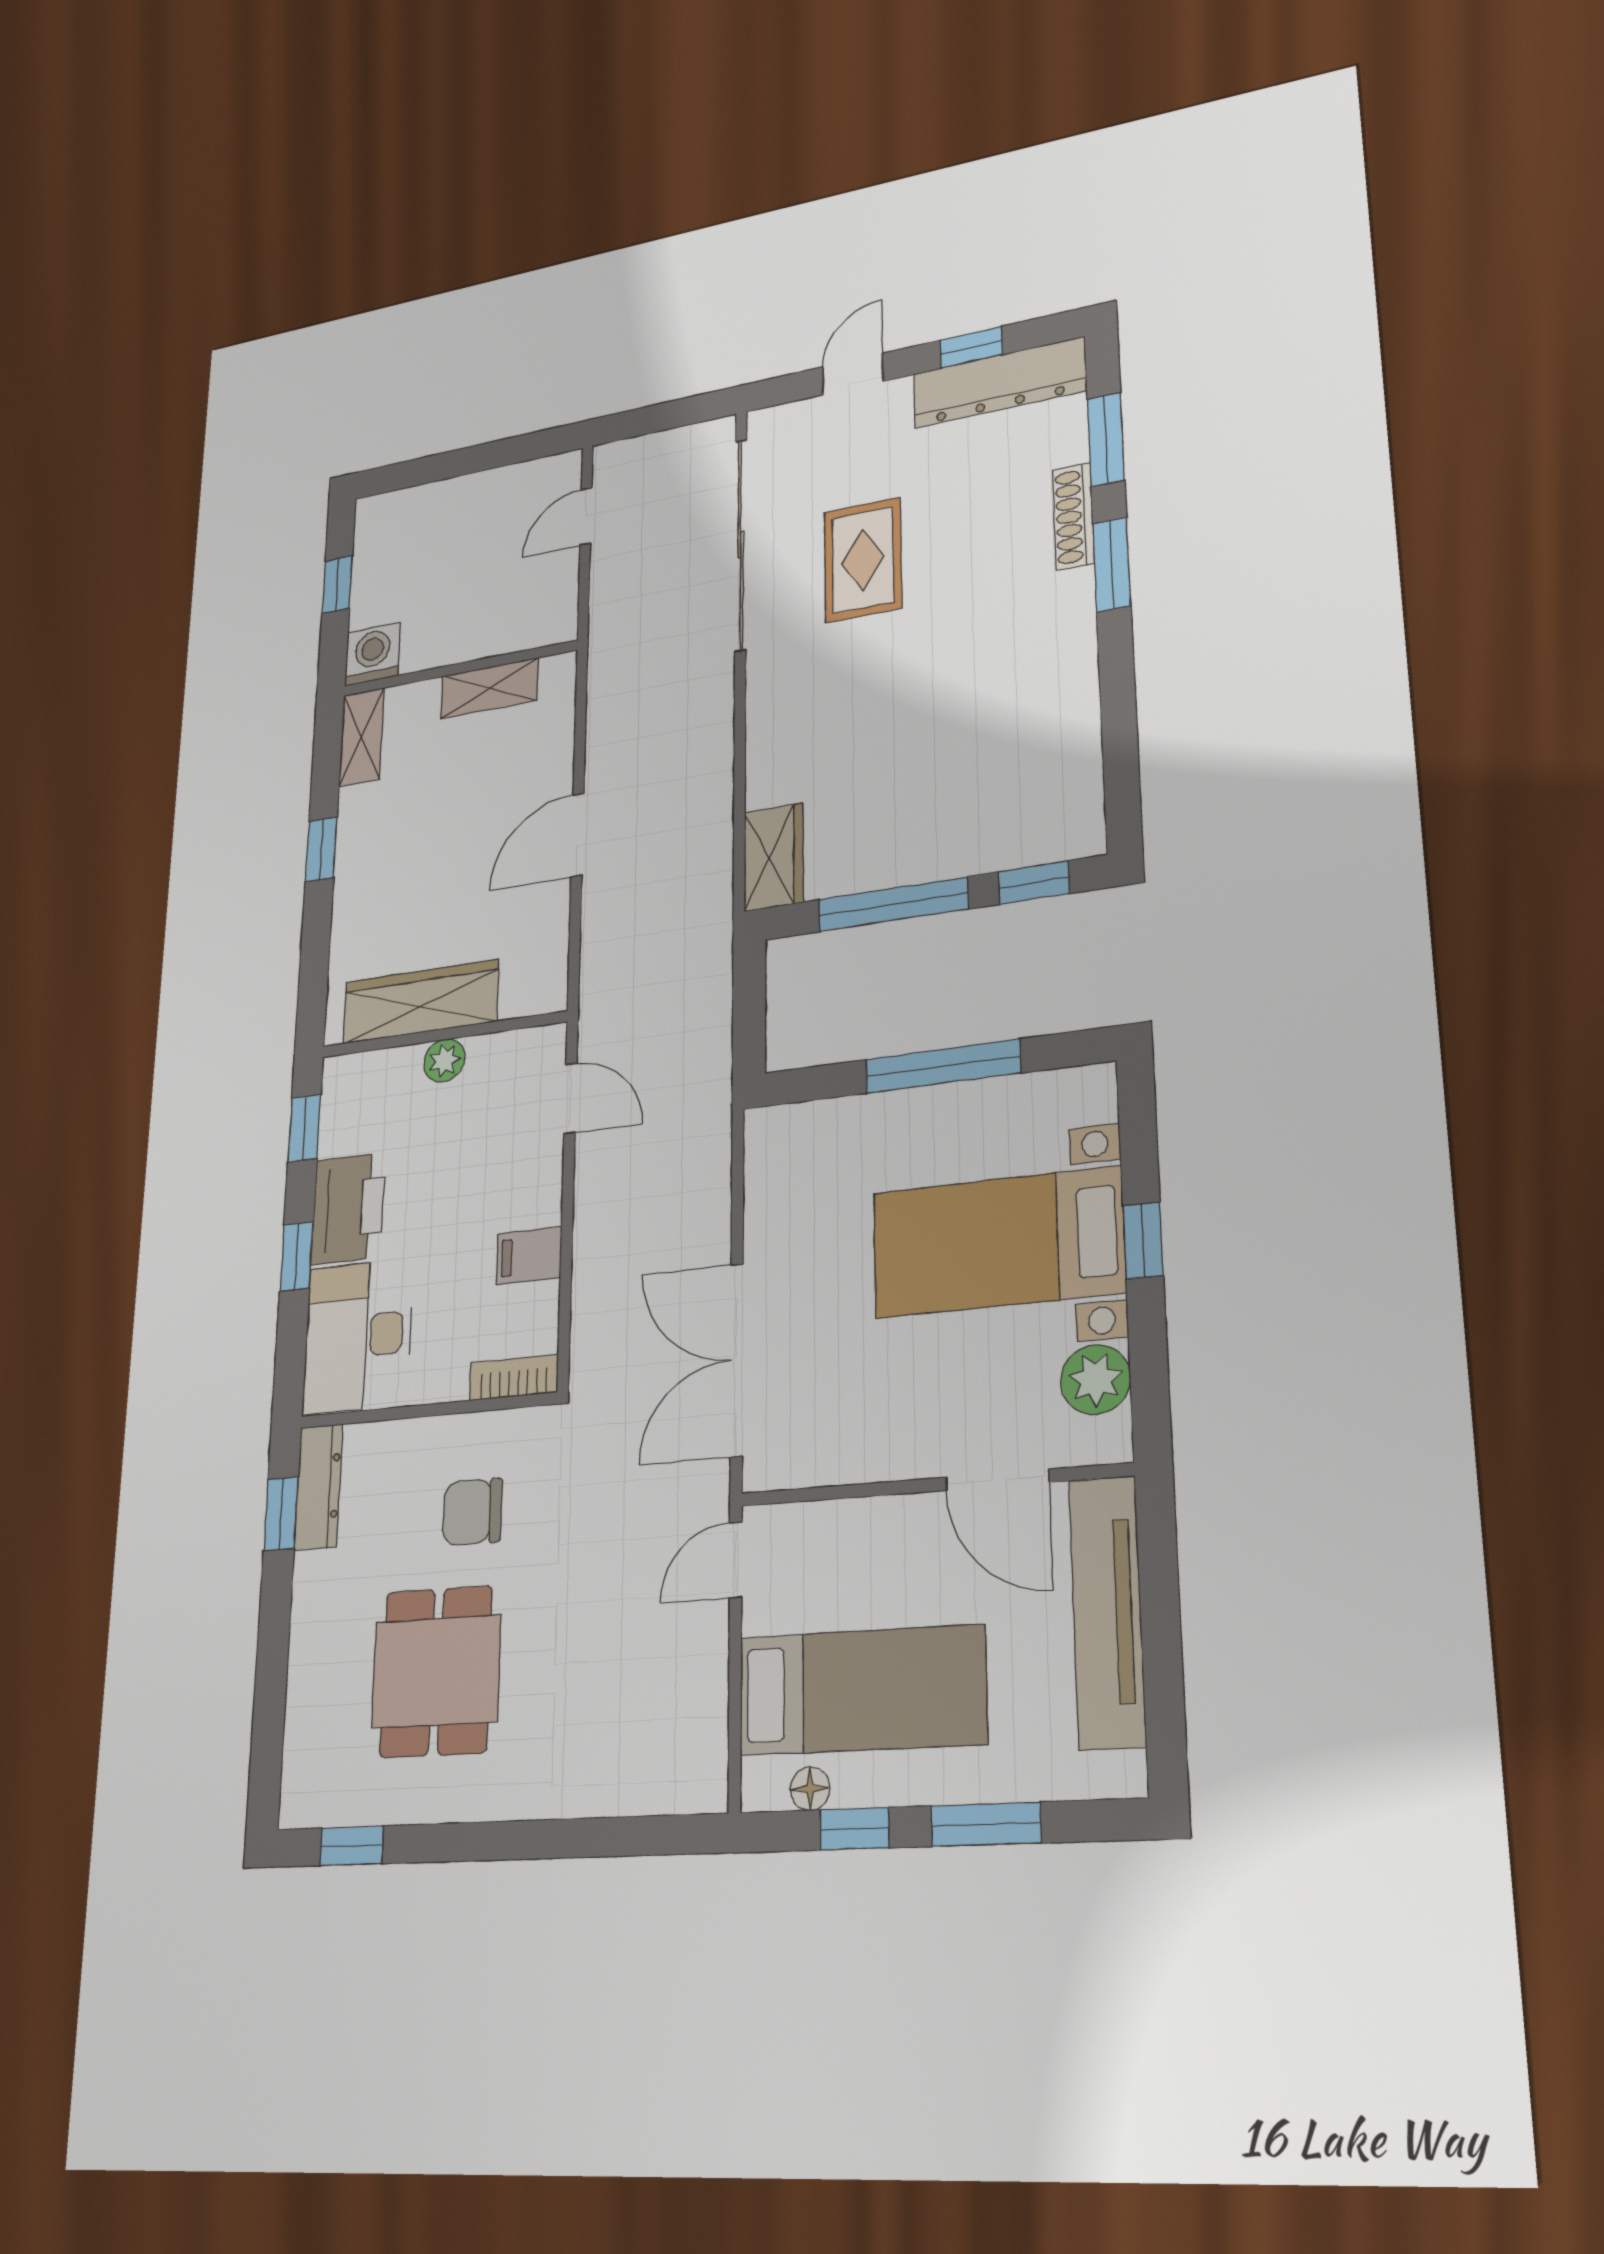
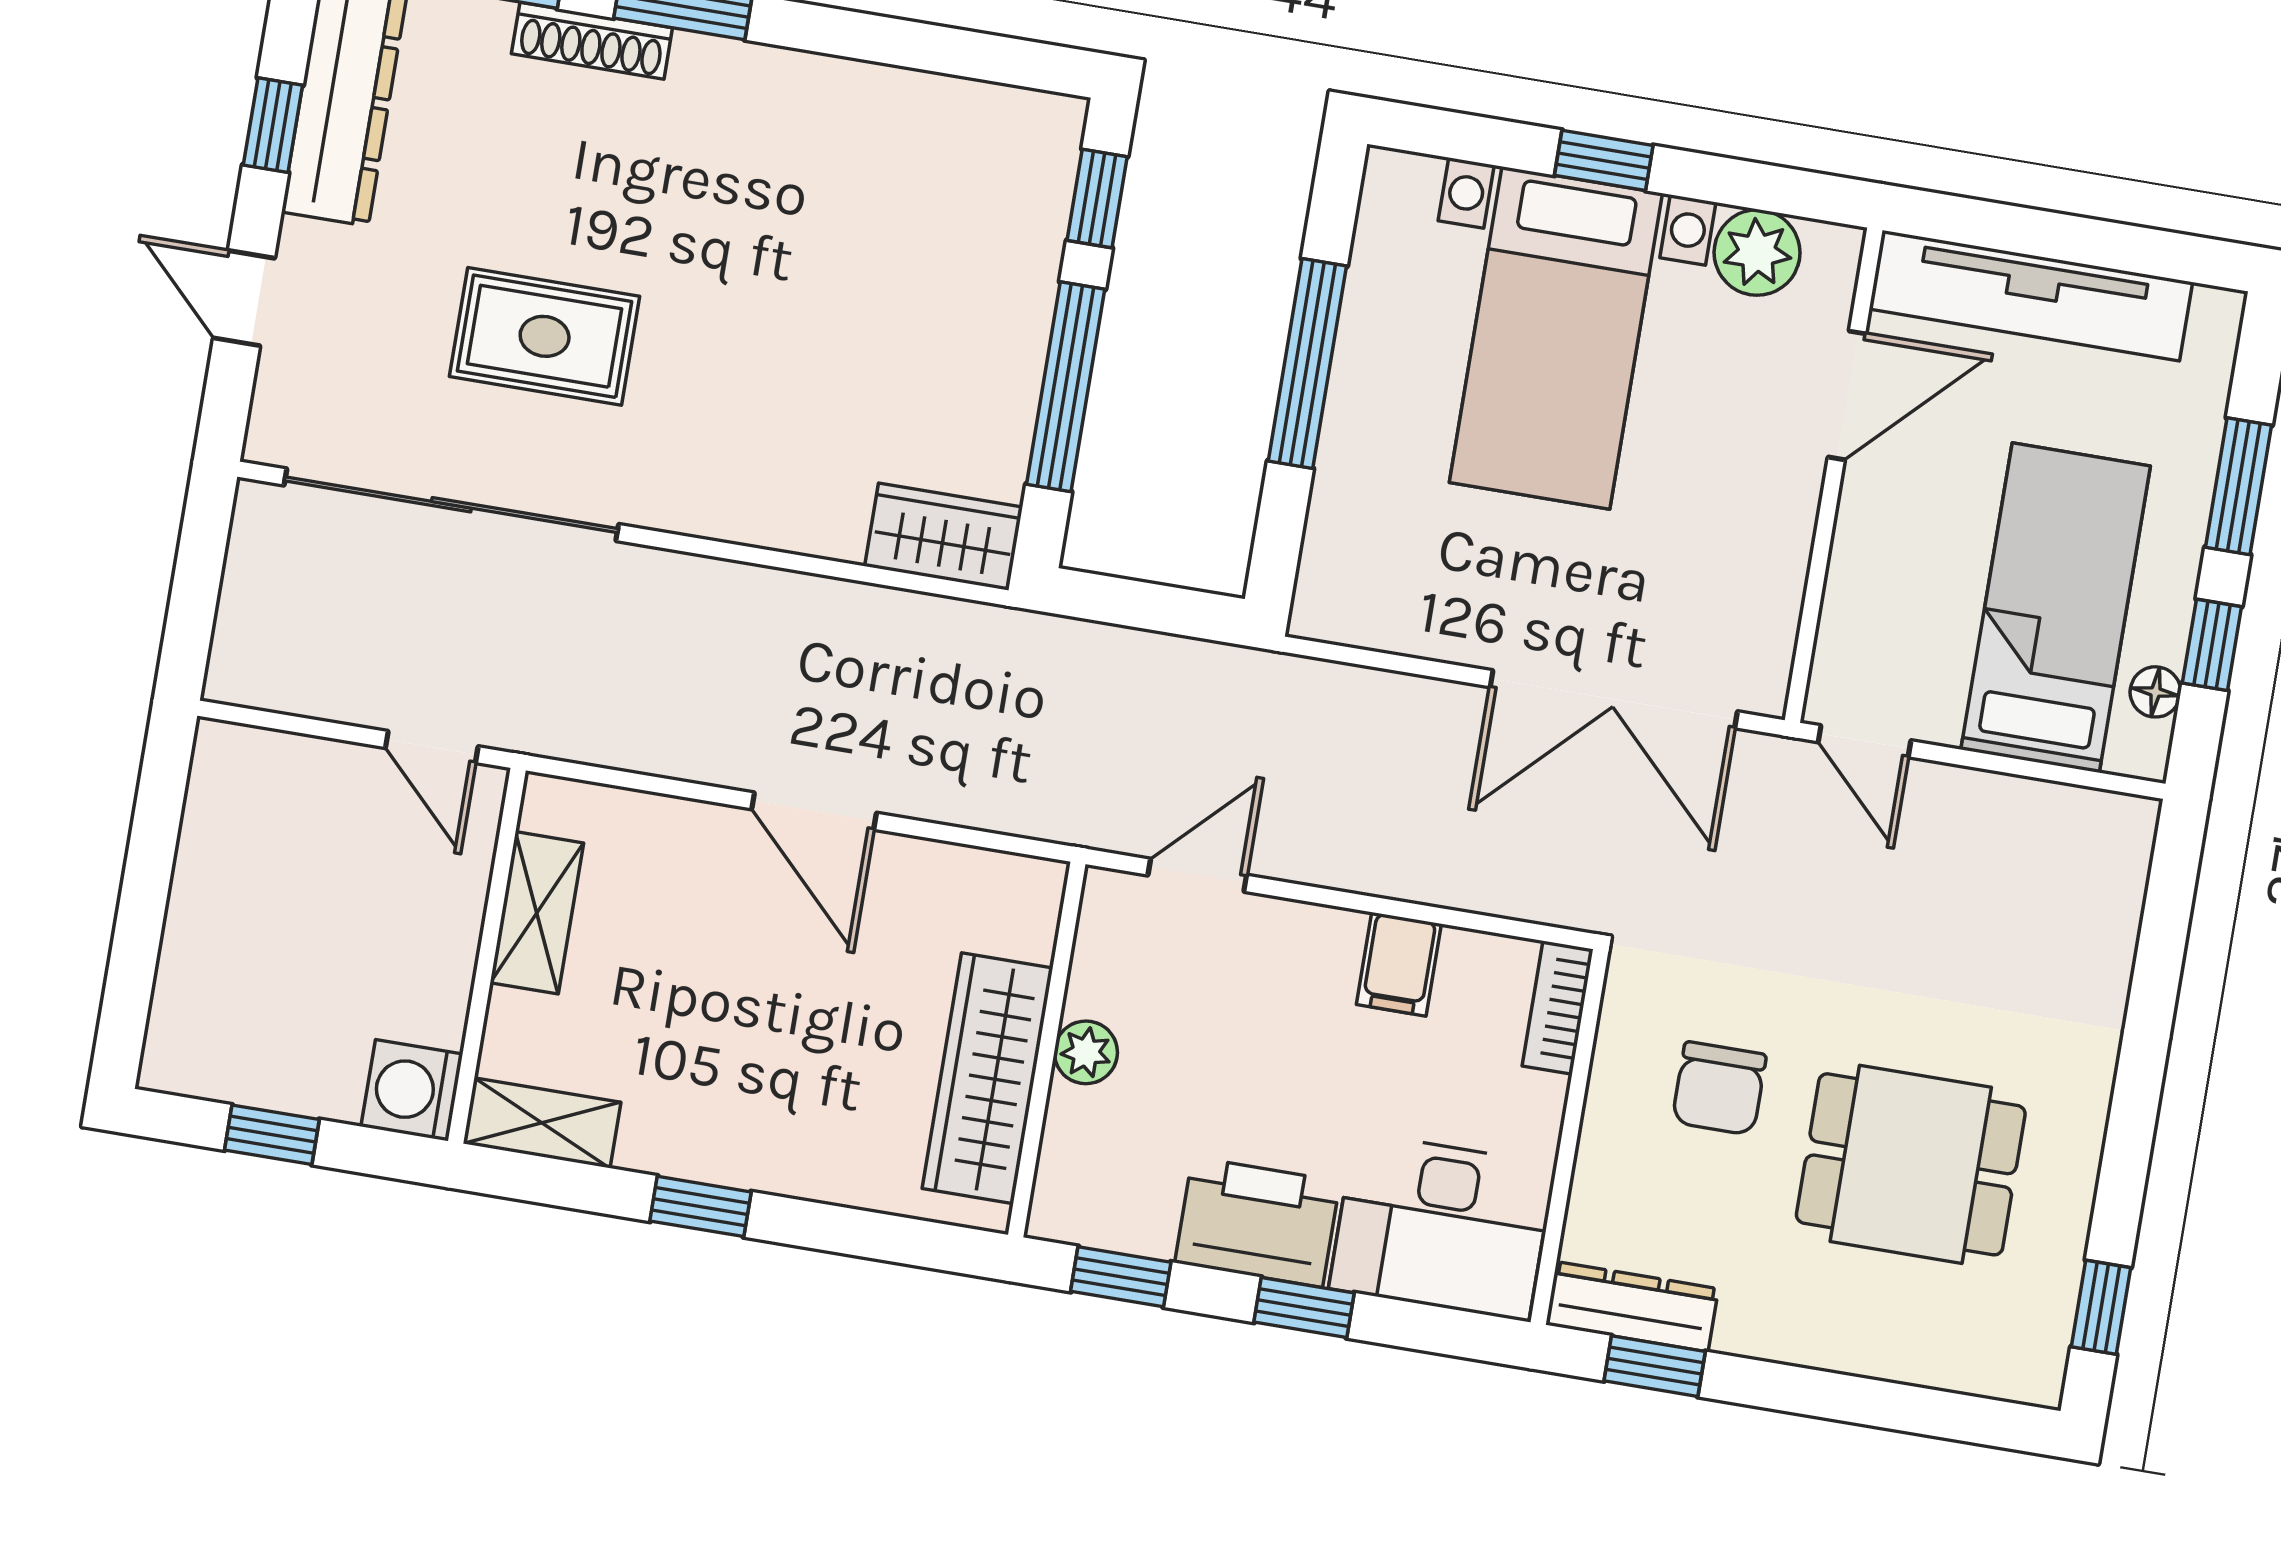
door: (586, 517) -> (432, 747), moved

